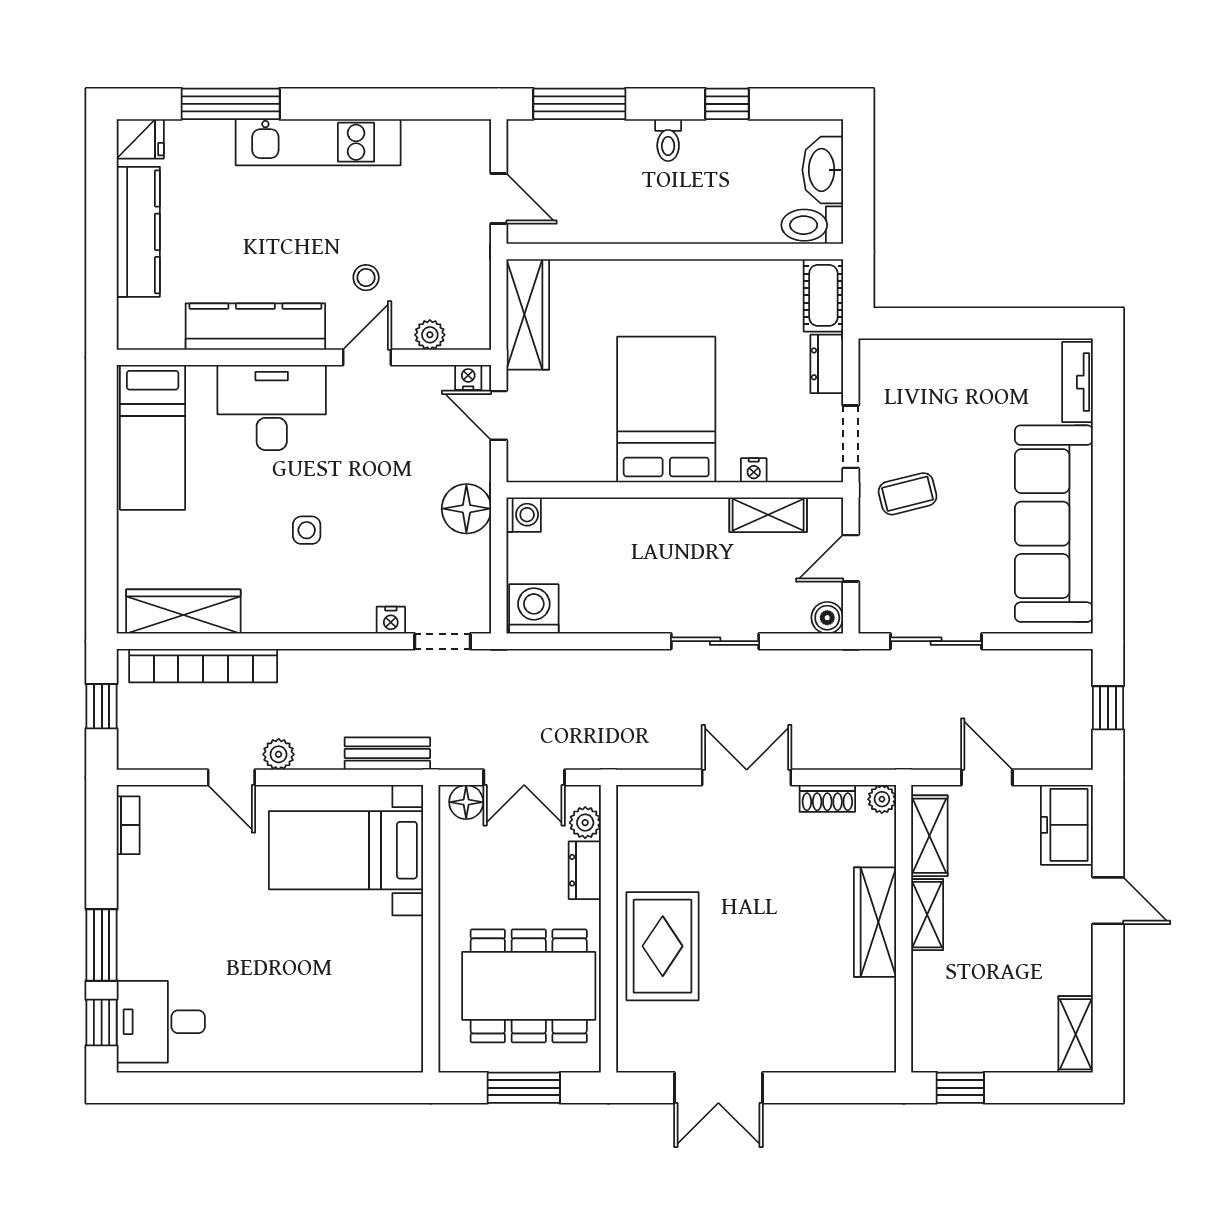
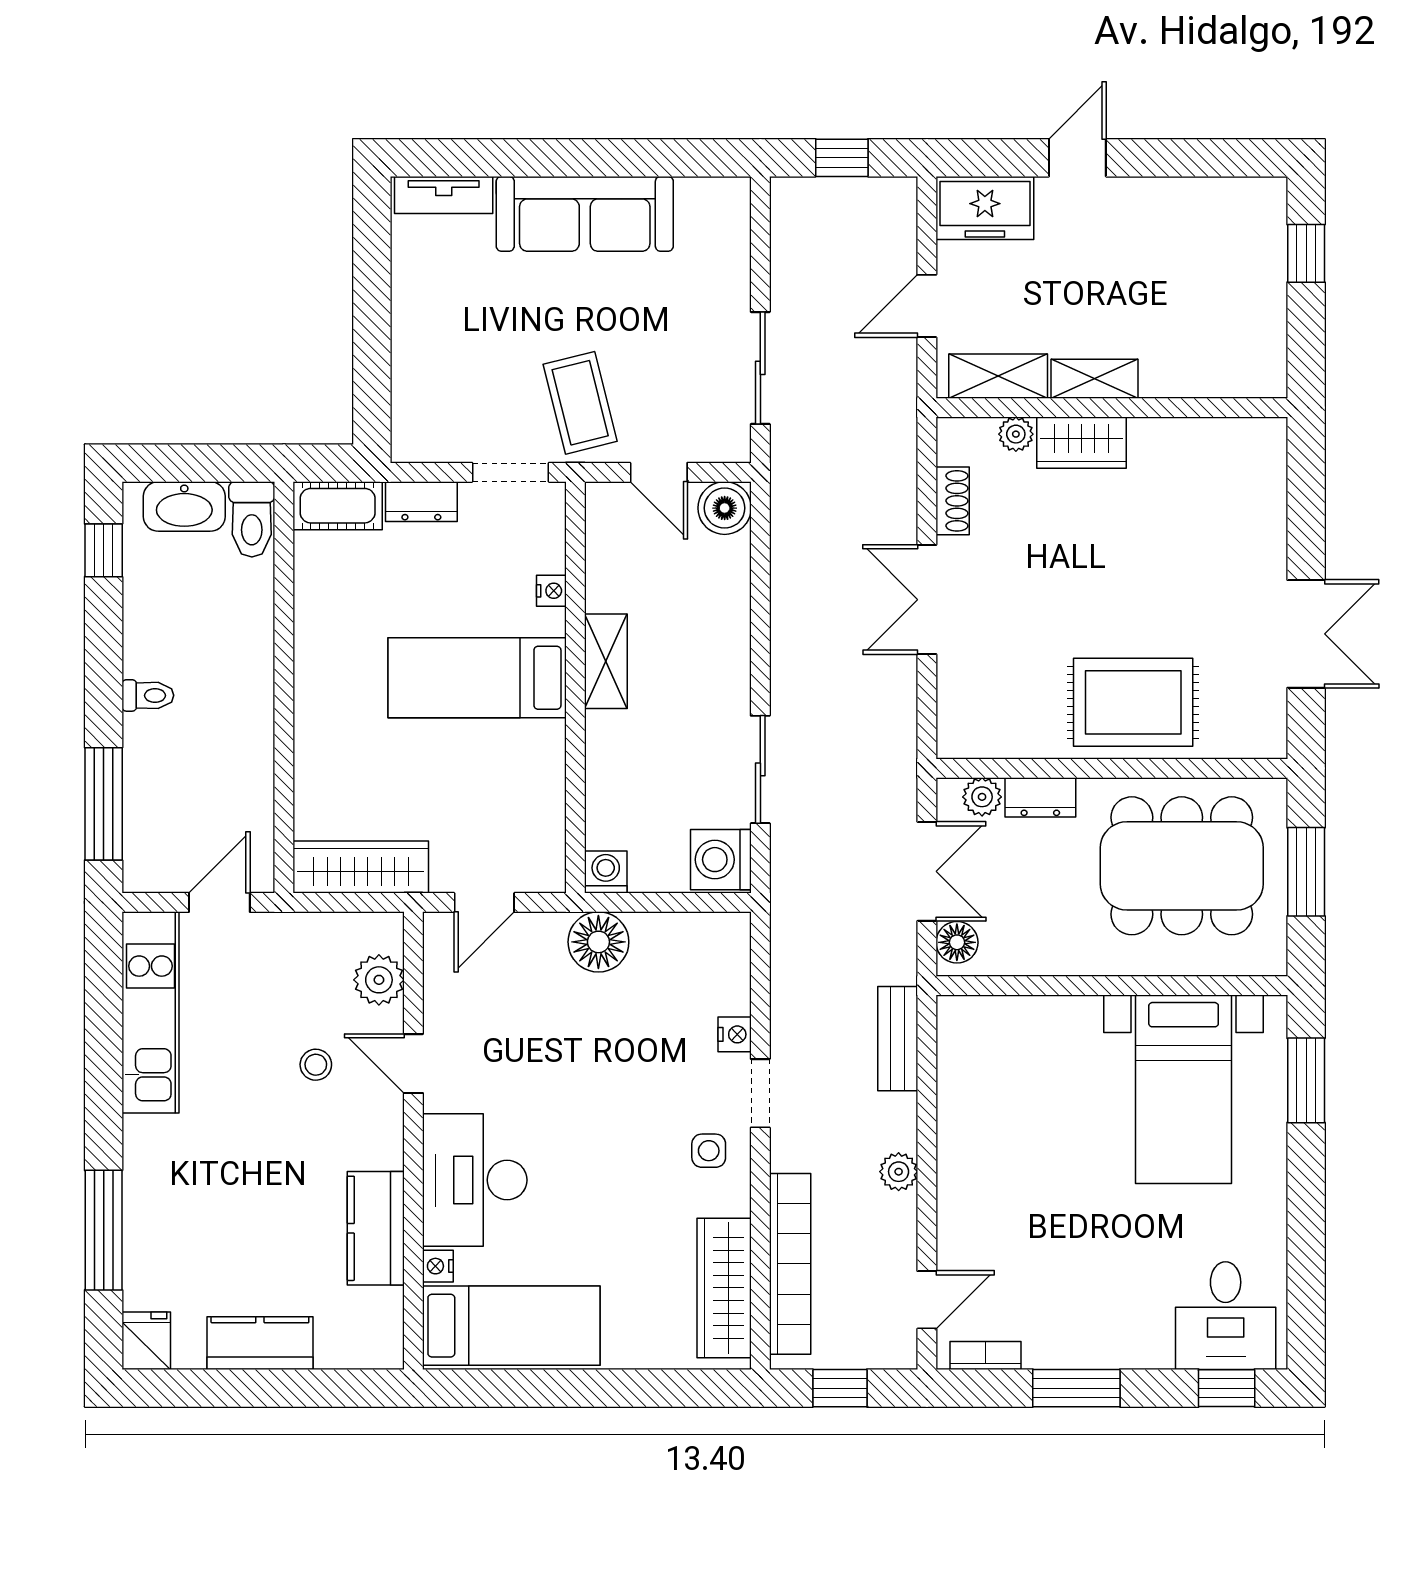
window: (727, 104) -> (104, 550), moved
kitchen unit: (318, 142) -> (150, 1012), moved
kitchen counter: (138, 232) -> (260, 1343), width x0.67
kitchen counter: (255, 327) -> (376, 1228), width x0.67
plant: (430, 335) -> (379, 980), width x1.38, depth x1.38
nightstand: (468, 377) -> (438, 1266), moved
bed: (666, 409) -> (477, 678), width x0.67
coffee table: (908, 494) -> (580, 403), width x1.36, depth x1.30
shelving: (768, 515) -> (606, 661), moved
sofa: (1054, 524) -> (585, 214), width x0.74, depth x0.79
side table: (307, 530) -> (709, 1151), moved
boiler: (827, 618) -> (725, 508), width x1.36, depth x1.36
doorway: (442, 641) -> (760, 1093), moved
sliding door: (715, 641) -> (760, 769), moved
door: (231, 777) -> (927, 1300), moved
plant: (882, 799) -> (1016, 434), moved
bed with nightstands: (346, 850) -> (1184, 1089), moved
wardrobe: (875, 922) -> (1081, 443), width x0.67
window: (102, 945) -> (1076, 1388), moved
dining table: (529, 986) -> (1182, 866), turned 90
shelving: (1076, 1034) -> (1241, 197), removed
window: (353, 1088) -> (1306, 1080), added
window: (960, 1088) -> (1306, 253), moved

